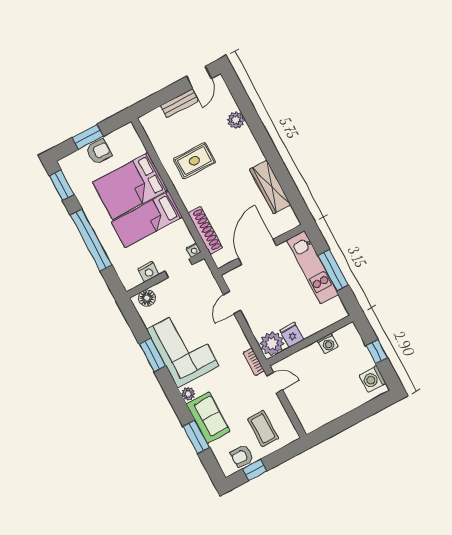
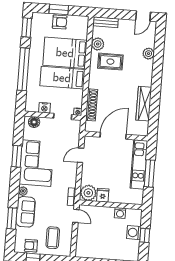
bench: (179, 103) -> (106, 22), moved
plant: (164, 149) -> (98, 44), added
washing machine: (373, 379) -> (134, 233), moved

